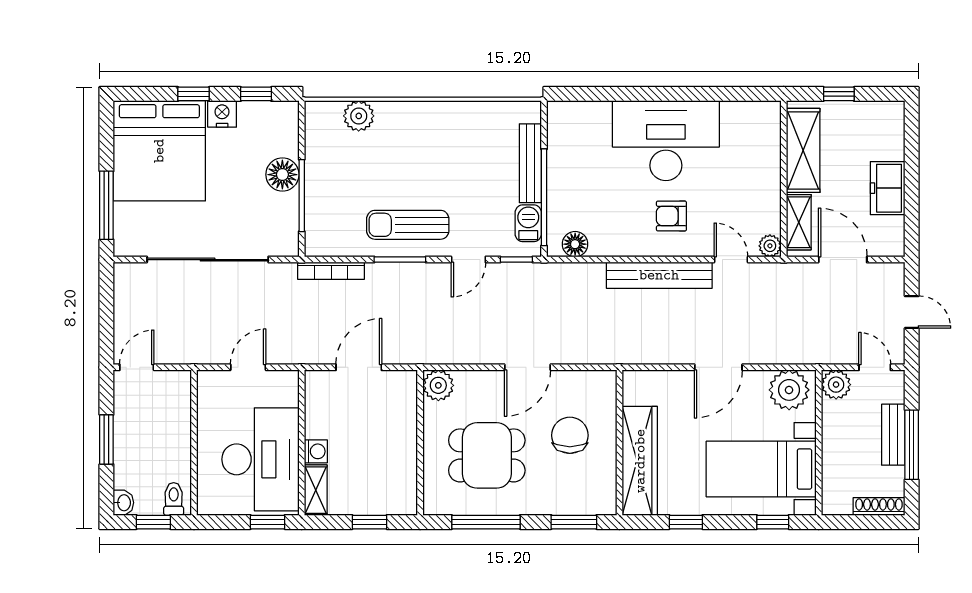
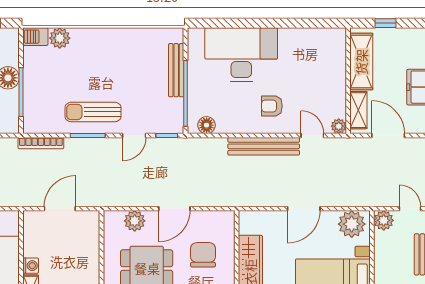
desk: (666, 141) -> (241, 55), moved
barbecue: (528, 223) -> (35, 37), moved, turned -90
plant: (438, 385) -> (135, 221), moved

